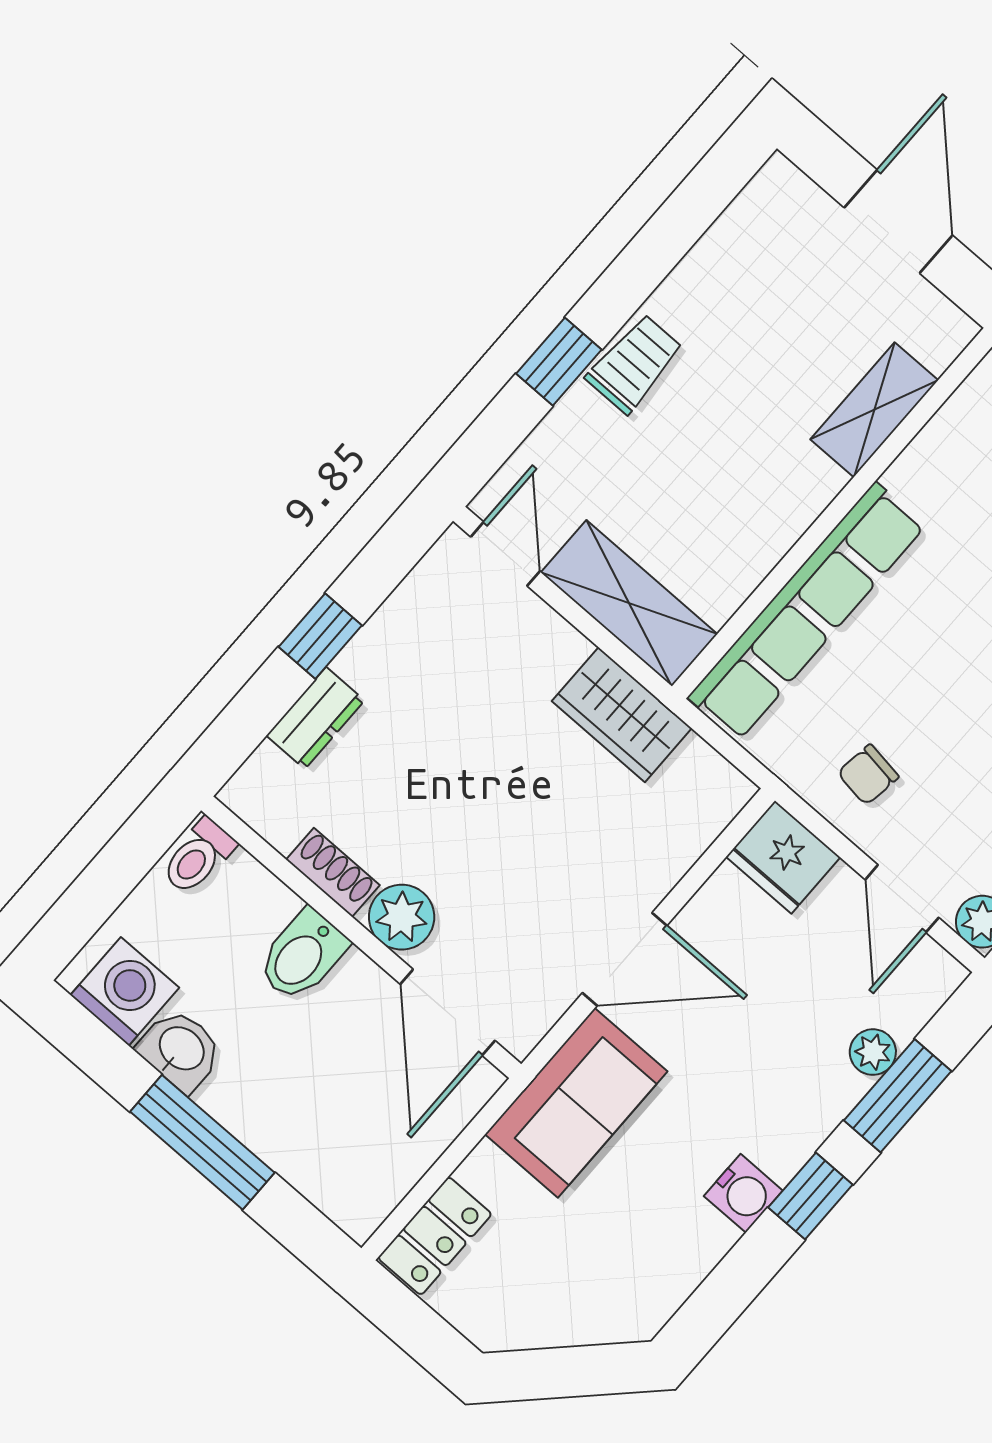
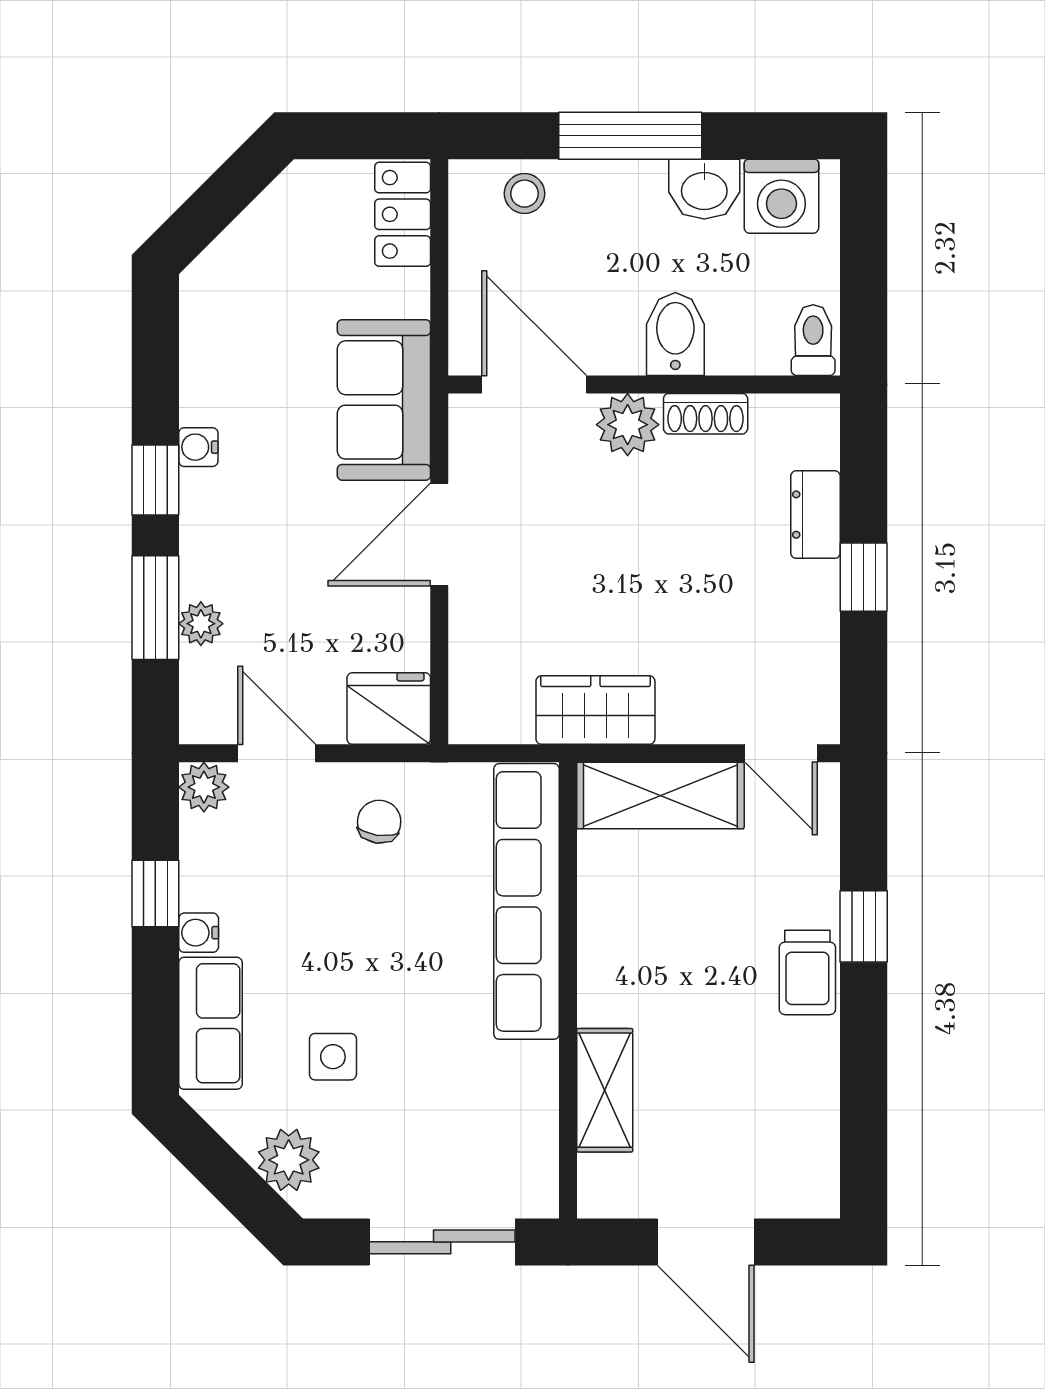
stool: (325, 1169) -> (525, 194), added
water cooler: (743, 1193) -> (198, 447), width x0.72, depth x0.72

